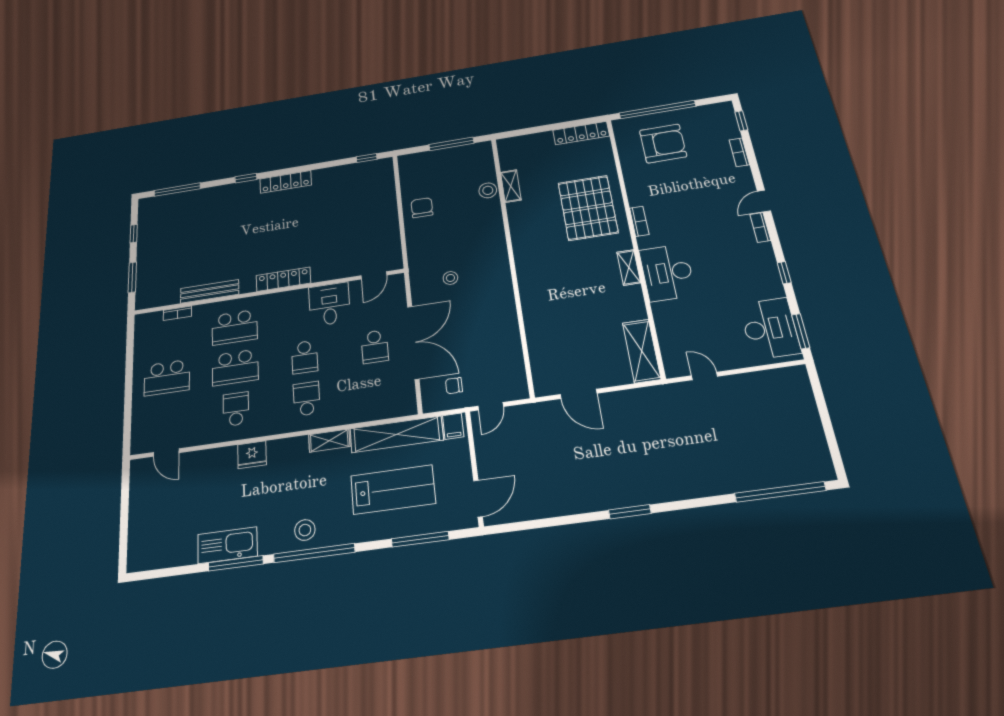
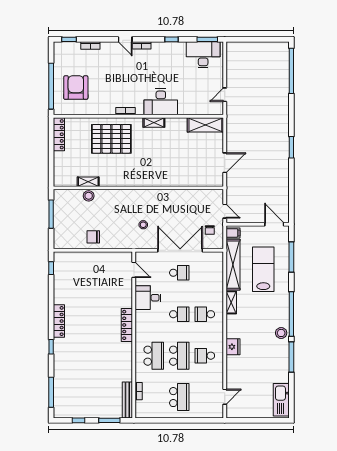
bench: (210, 291) -> (127, 400), moved
stool: (305, 530) -> (281, 333), moved
kitchen sink: (227, 545) -> (281, 400), moved

